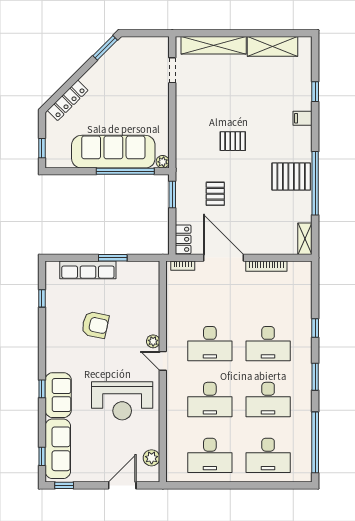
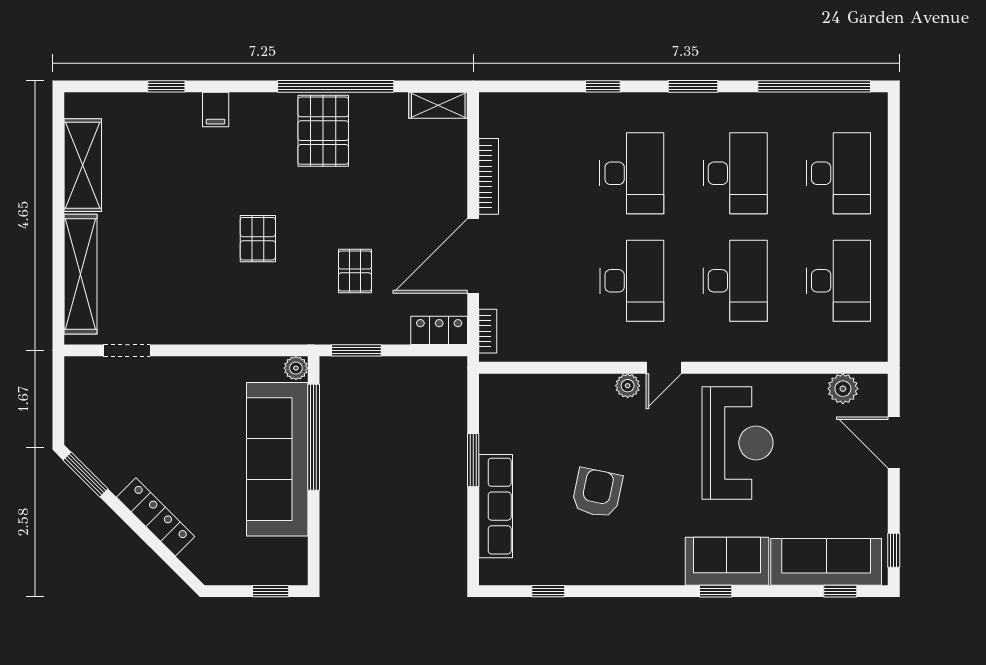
locker: (68, 100) -> (156, 517), moved
pallet: (215, 194) -> (355, 271), turned 90

